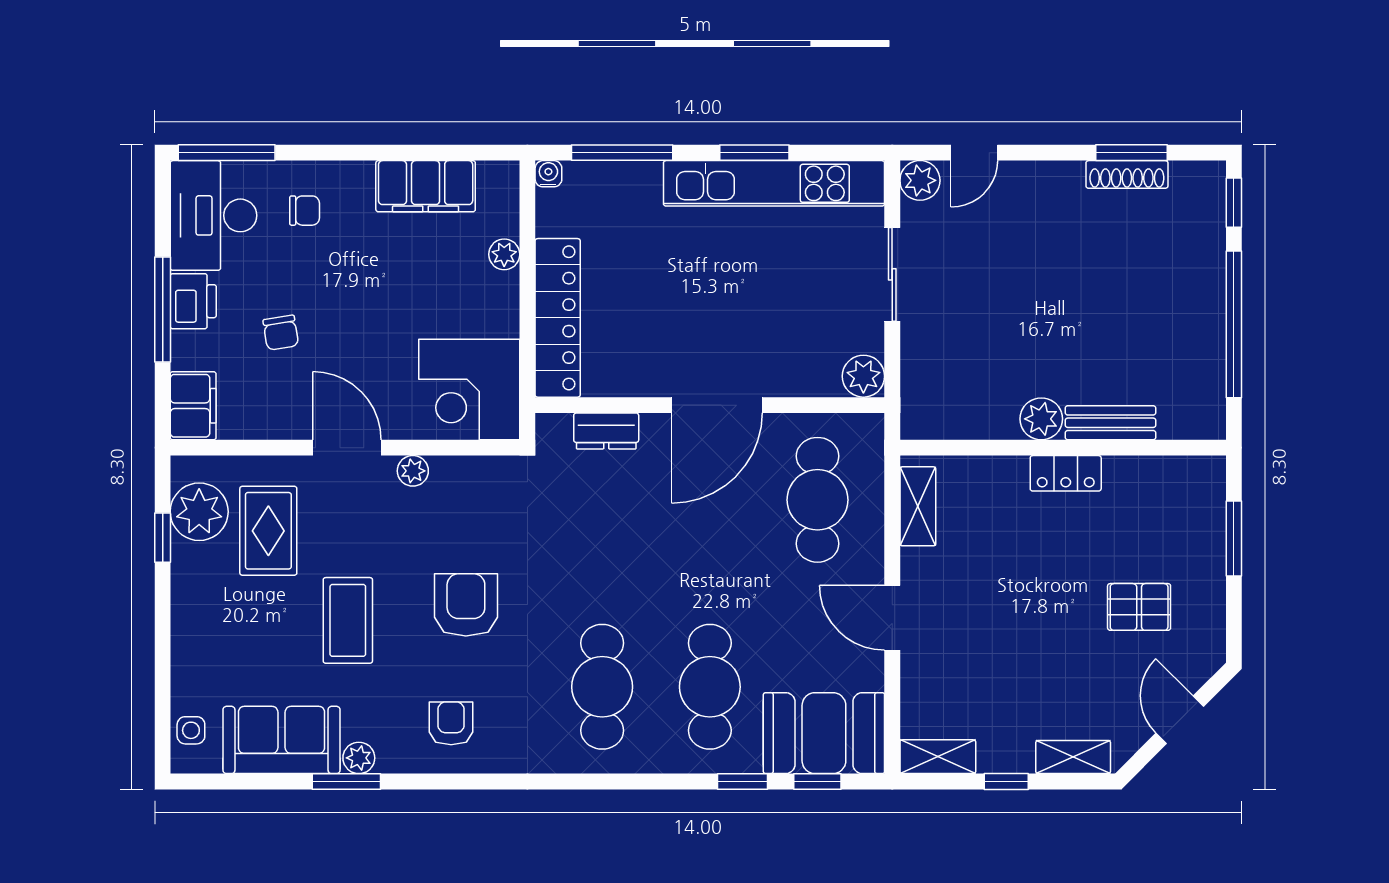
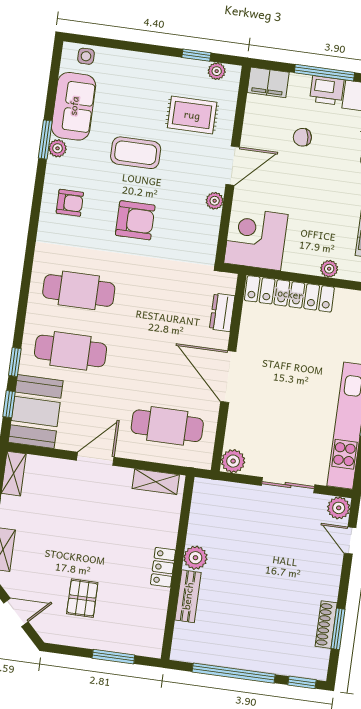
plant: (199, 512) -> (217, 71), width x0.53, depth x0.53

